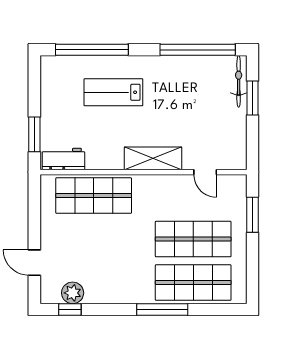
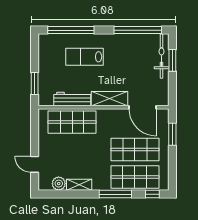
bicycle: (239, 81) -> (162, 56), width x1.37, depth x1.40
workbench: (63, 159) -> (72, 99), moved, width x1.38
door: (205, 172) -> (142, 107), width x1.87
shelving: (105, 295) -> (79, 185), added
window: (70, 309) -> (152, 194), moved

